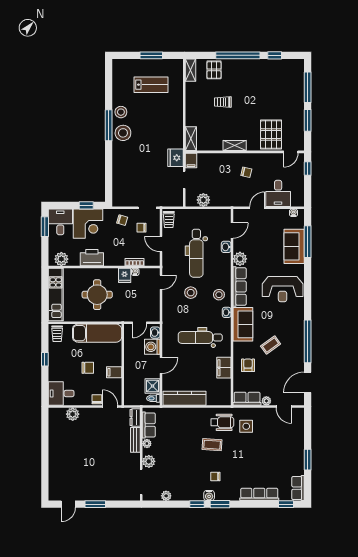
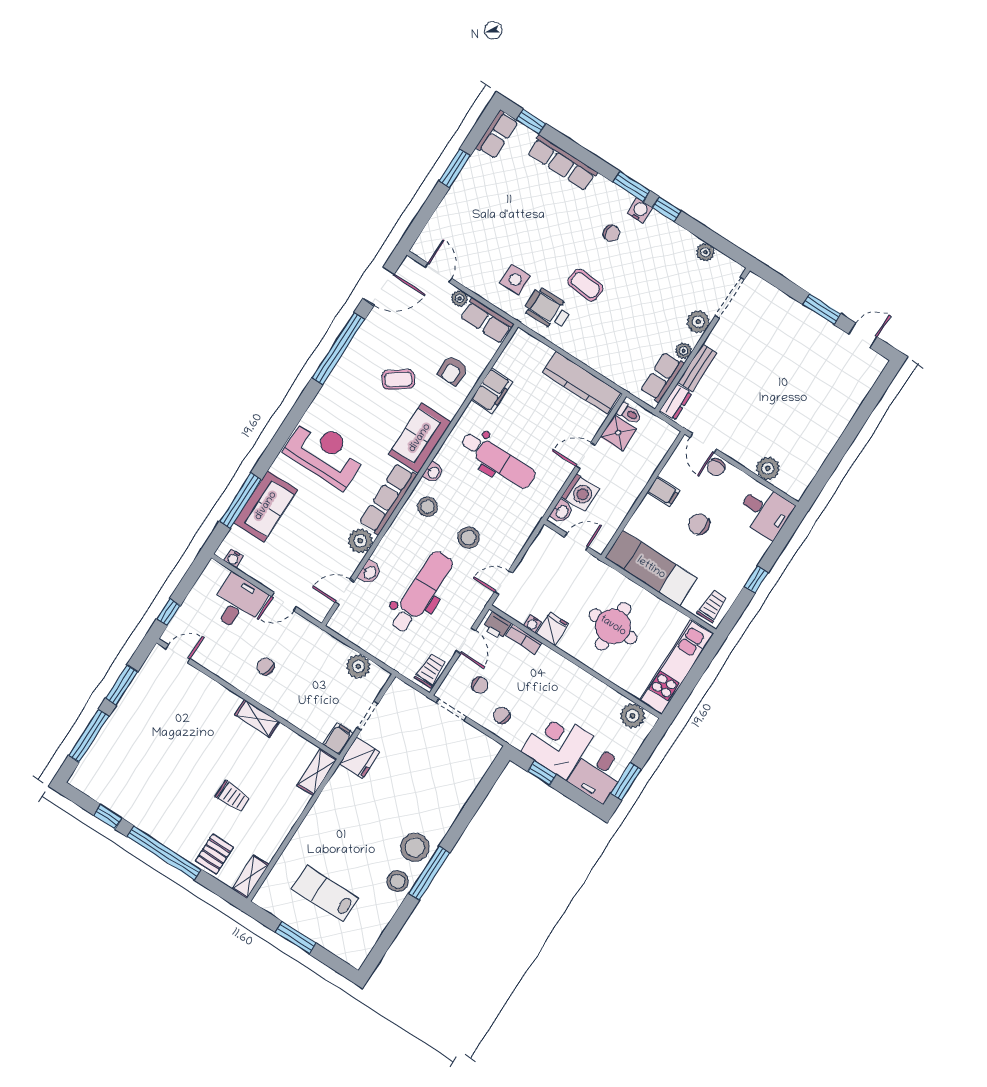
pallet: (271, 135) -> (191, 700), removed
printer: (92, 258) -> (497, 626), moved, width x0.53, depth x0.68

